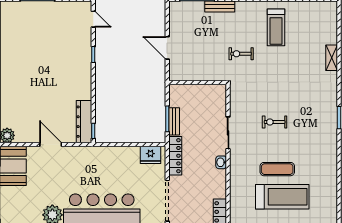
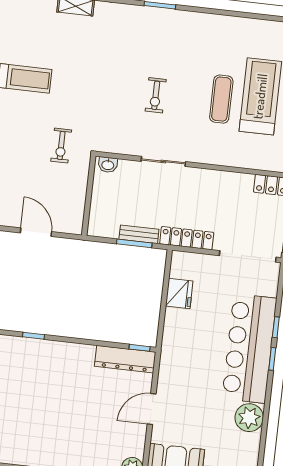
door: (167, 48) -> (36, 232), swing flipped
exercise bike: (241, 54) -> (61, 146), moved
fridge: (150, 155) -> (179, 293), moved
washbasin: (221, 162) -> (108, 165), moved

